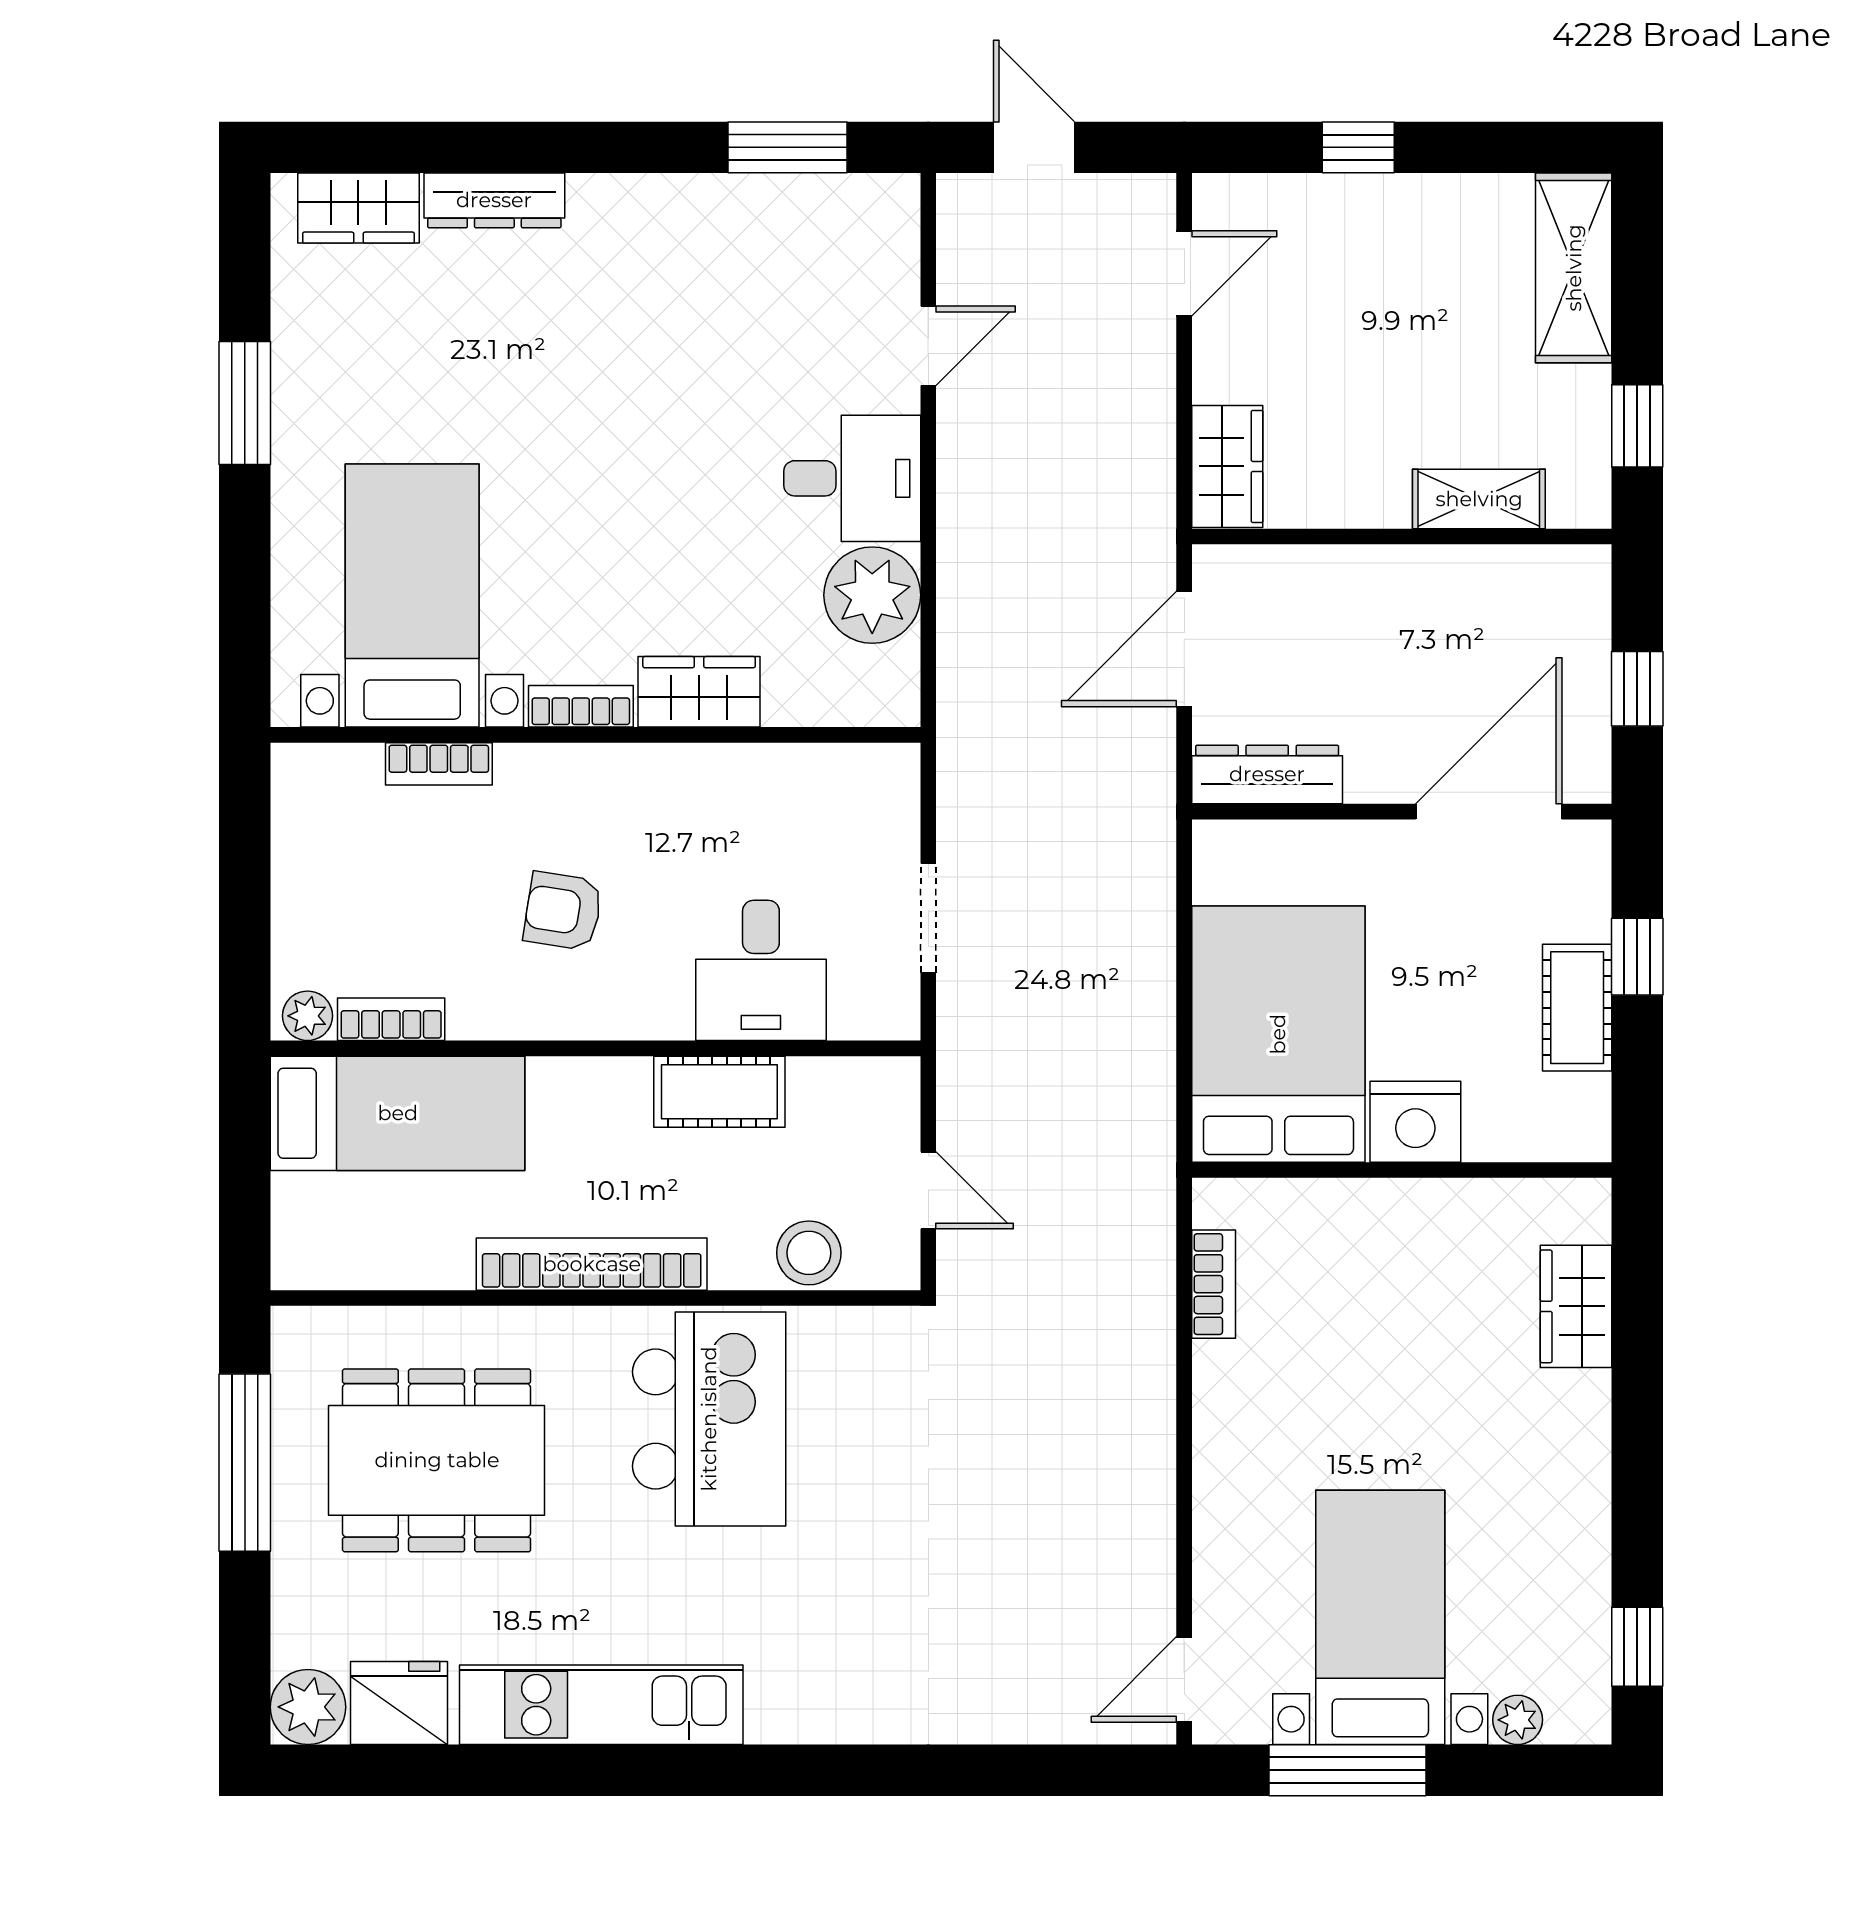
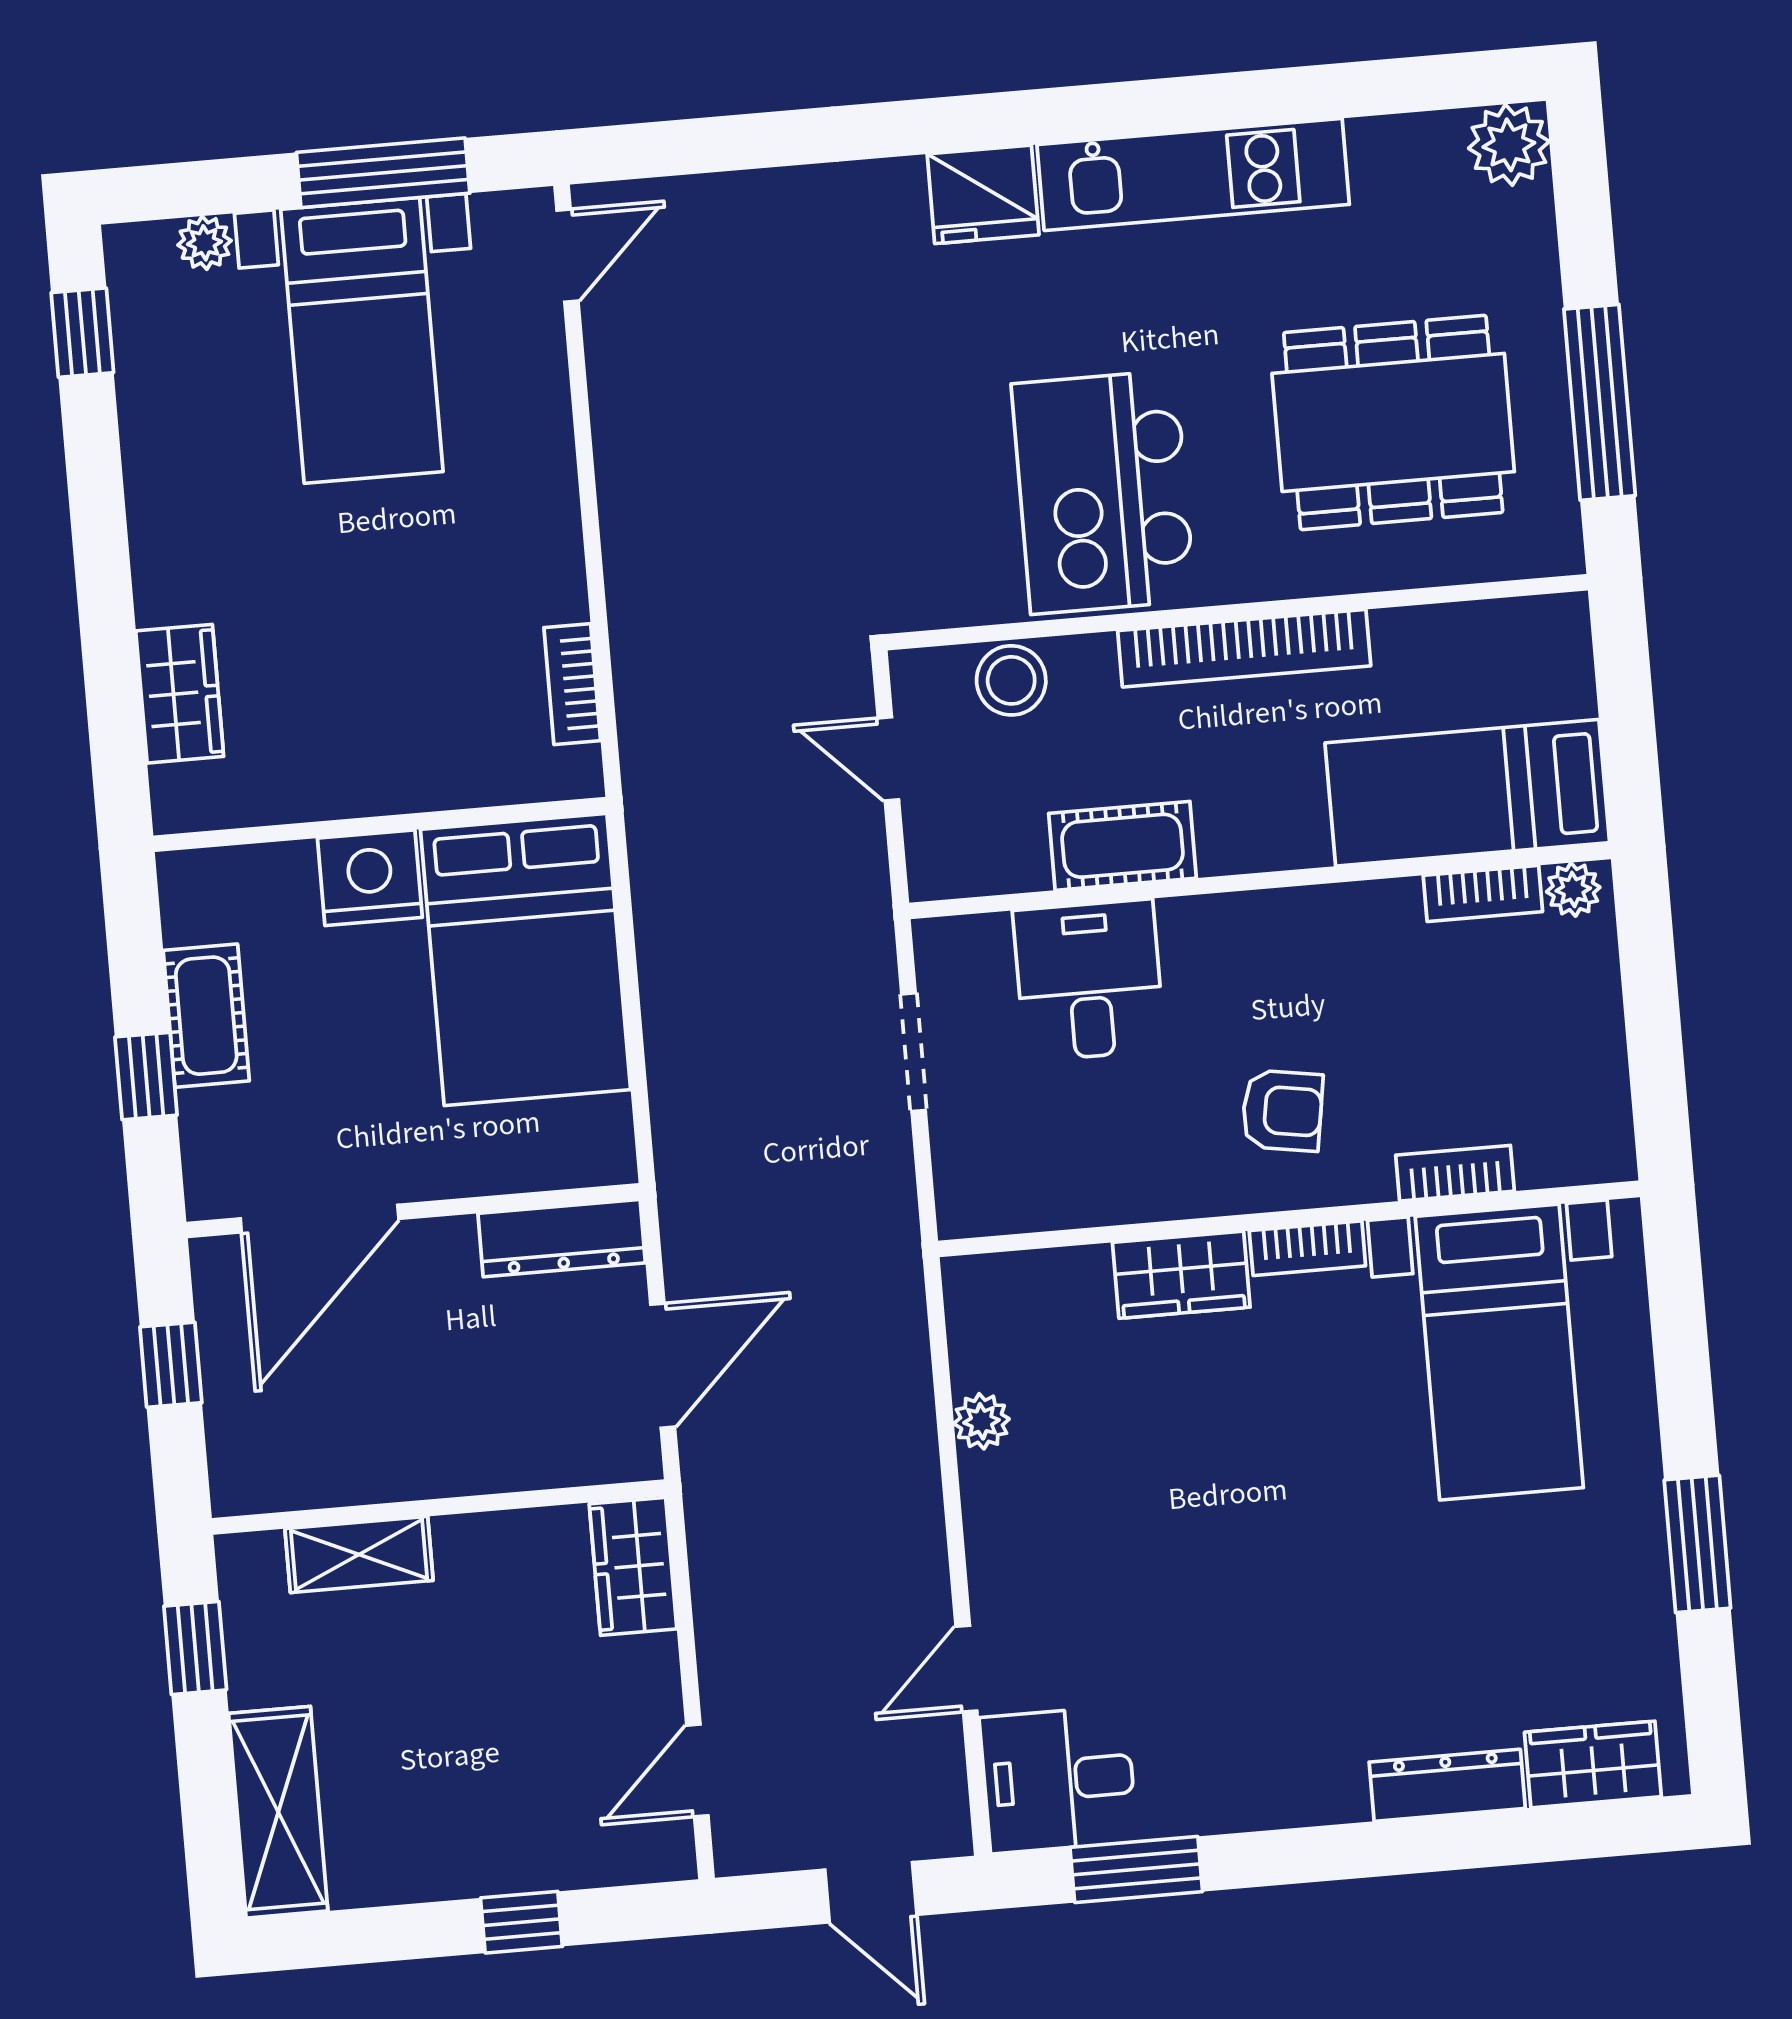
desk: (852, 478) -> (1058, 1780), moved
plant: (872, 595) -> (982, 1421), width x0.53, depth x0.53
armchair: (563, 911) -> (1282, 1111), moved
fridge: (399, 1703) -> (983, 194), moved

